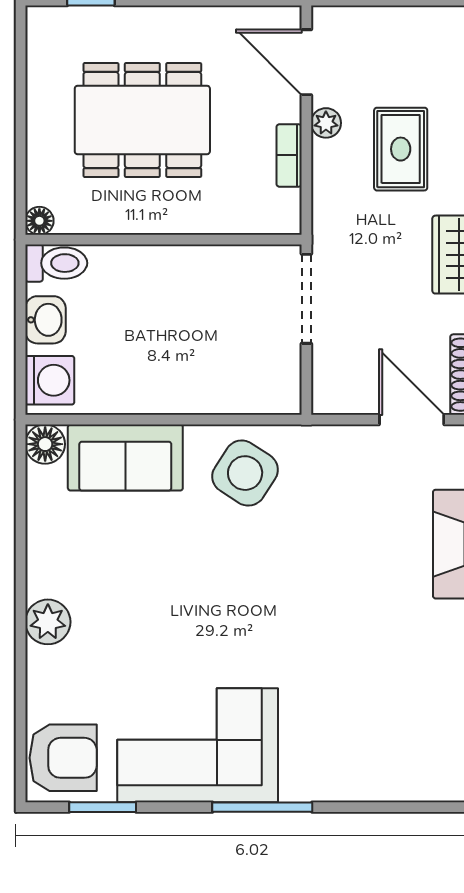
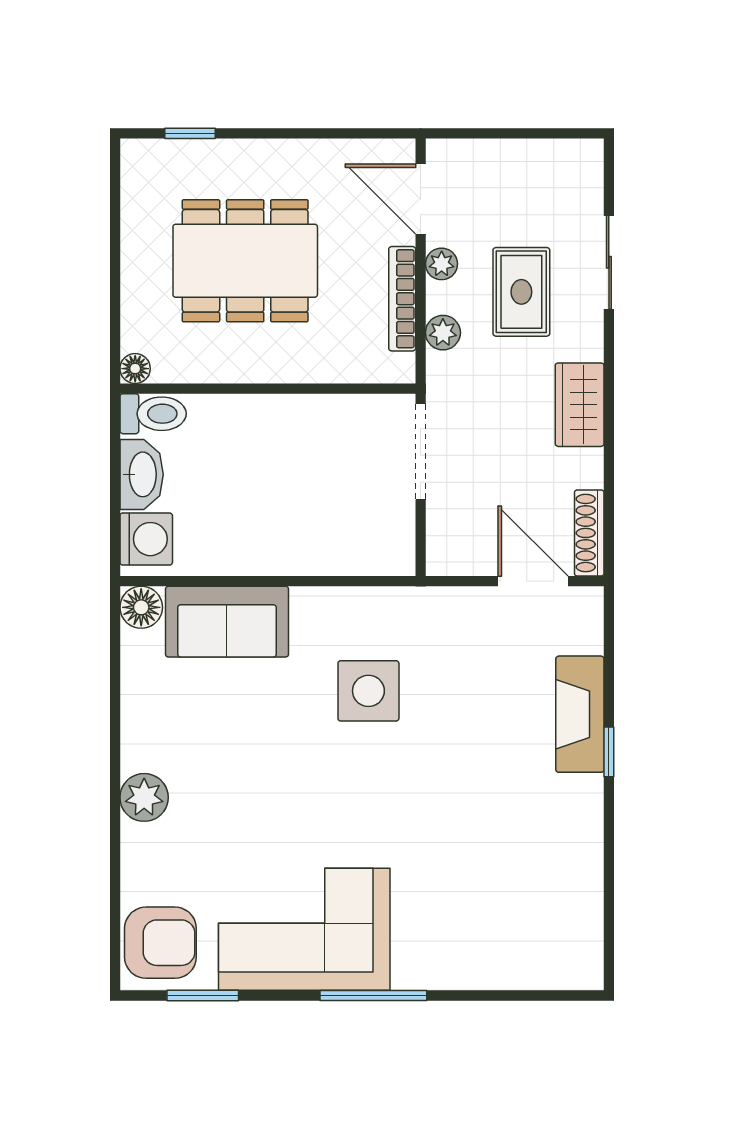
bookcase: (289, 155) -> (402, 299), width x1.56
plant: (327, 187) -> (443, 333), added
washbasin: (45, 320) -> (142, 474), width x1.38
side table: (245, 473) -> (368, 691), moved, turned -33

